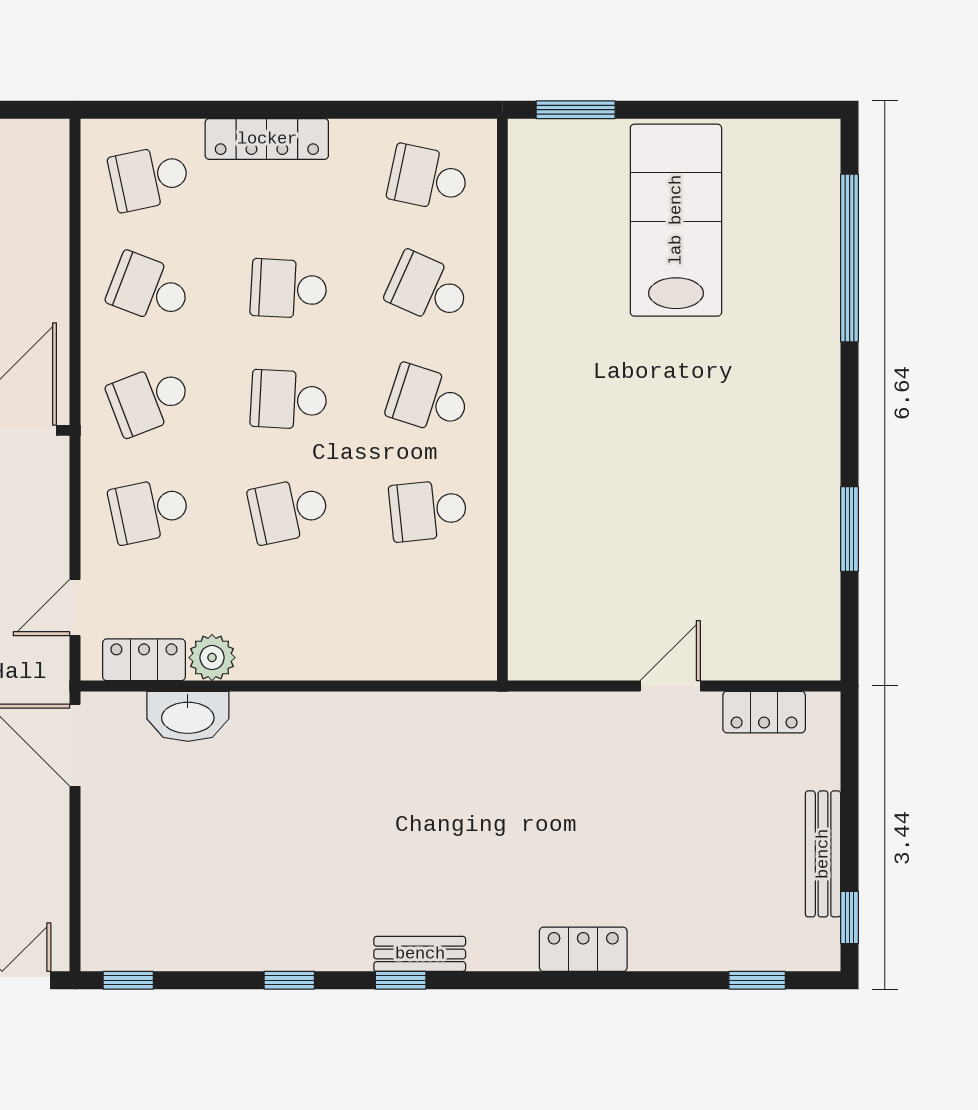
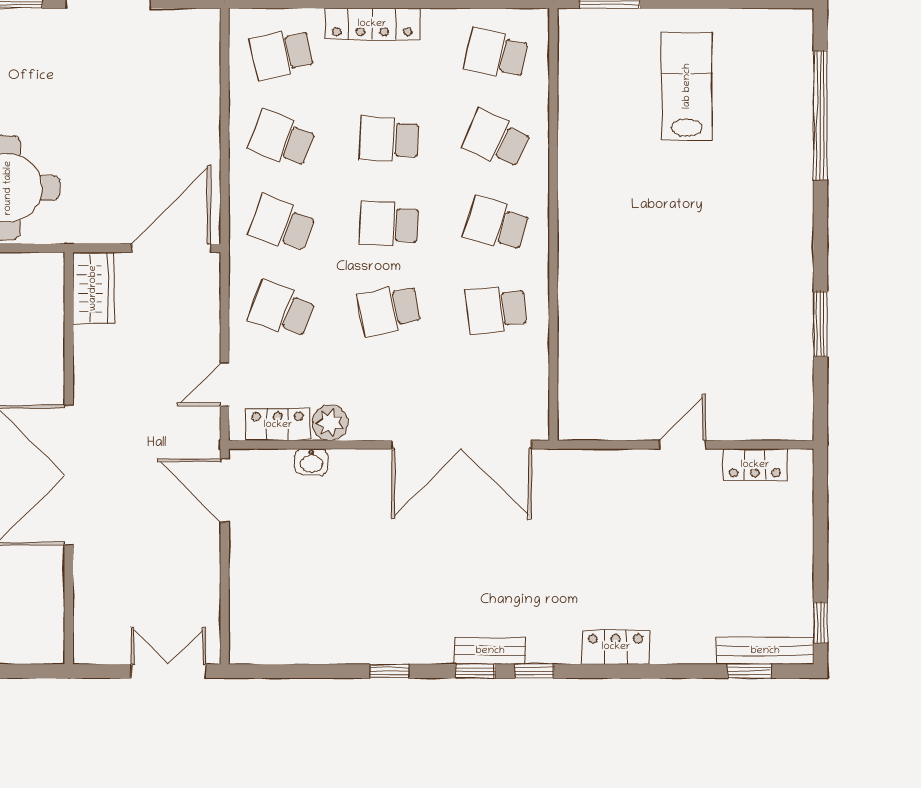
lab bench: (676, 220) -> (687, 86), width x0.73, depth x0.72
school desk: (149, 400) -> (282, 224), turned 42
school desk: (149, 510) -> (282, 310), turned 33
double door: (383, 686) -> (462, 445), added
washbasin: (188, 716) -> (311, 462), width x0.52, depth x0.69
bench: (823, 854) -> (765, 651), moved, turned 90
window: (128, 980) -> (534, 671), moved

